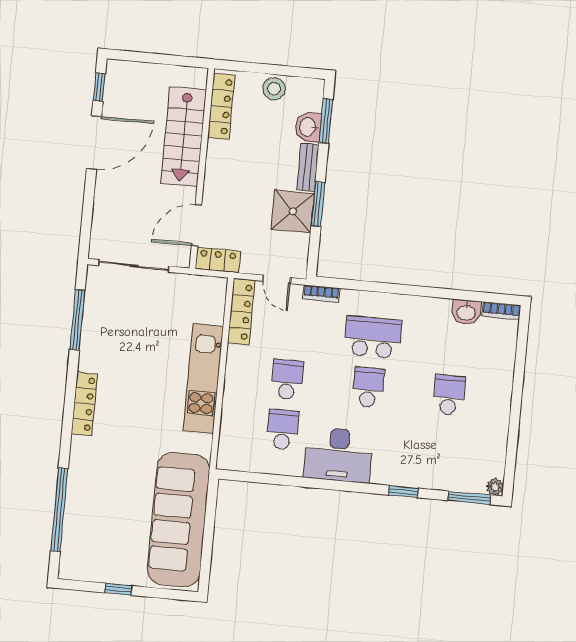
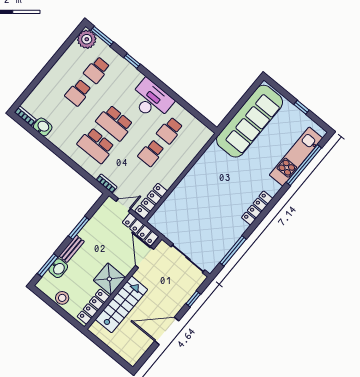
window: (99, 87) -> (193, 299), moved
shower: (293, 211) -> (109, 279), moved
door: (196, 225) -> (144, 257), swing flipped
locker: (218, 260) -> (140, 229), width x1.53
door: (277, 279) -> (123, 205), hinge flipped
kitchen unit: (203, 378) -> (296, 156), moved, turned 180
school desk: (368, 387) -> (115, 123), width x1.85
school desk: (444, 445) -> (97, 70), added
plant: (495, 487) -> (87, 39), width x1.88, depth x1.88

